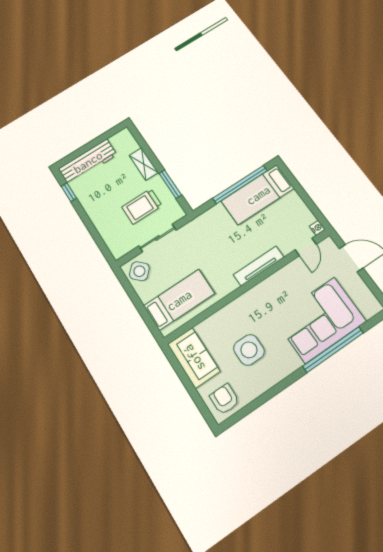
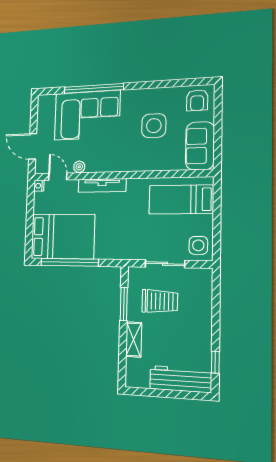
bed: (258, 195) -> (63, 237), width x1.50
door: (306, 247) -> (58, 177), hinge flipped
plant: (292, 269) -> (79, 167), added
side table: (139, 271) -> (198, 245), turned 45

